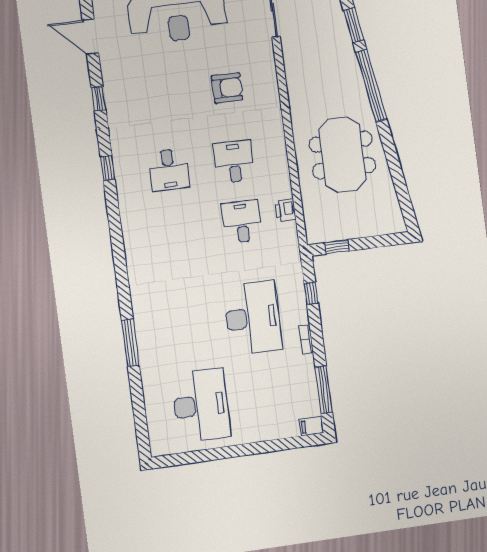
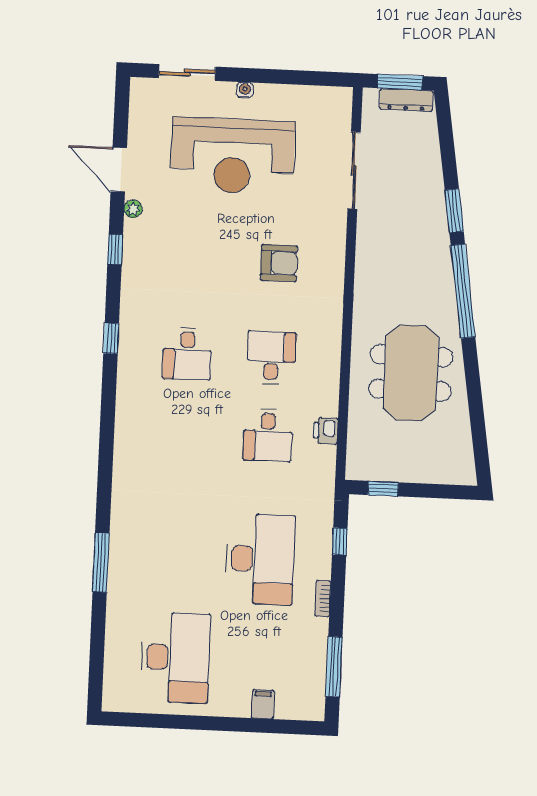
plant: (107, 65) -> (133, 209), added
desk: (242, 222) -> (268, 435), turned 180
filing cabinet: (312, 426) -> (263, 704), moved, turned 90

